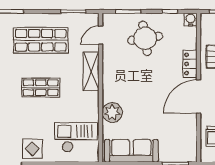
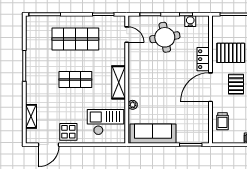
water cooler: (191, 19) -> (190, 21), moved
door: (101, 35) -> (127, 35), swing flipped
shelving: (91, 71) -> (119, 82), moved
plant: (112, 113) -> (133, 105), width x0.53, depth x0.53

